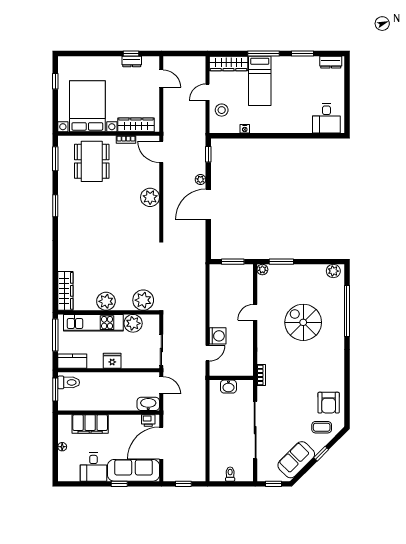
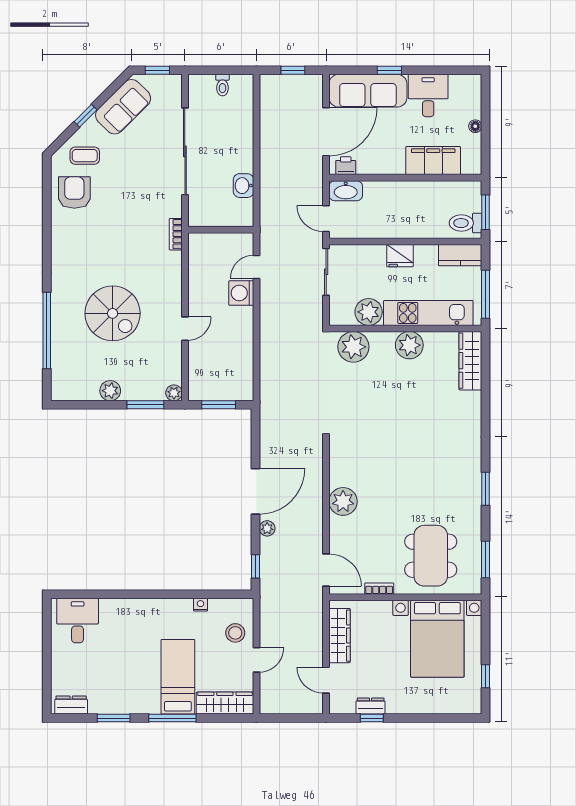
wardrobe: (136, 125) -> (340, 636), moved, turned -90
plant: (333, 271) -> (110, 391), moved
washbasin: (228, 387) -> (243, 186), moved, turned -90

